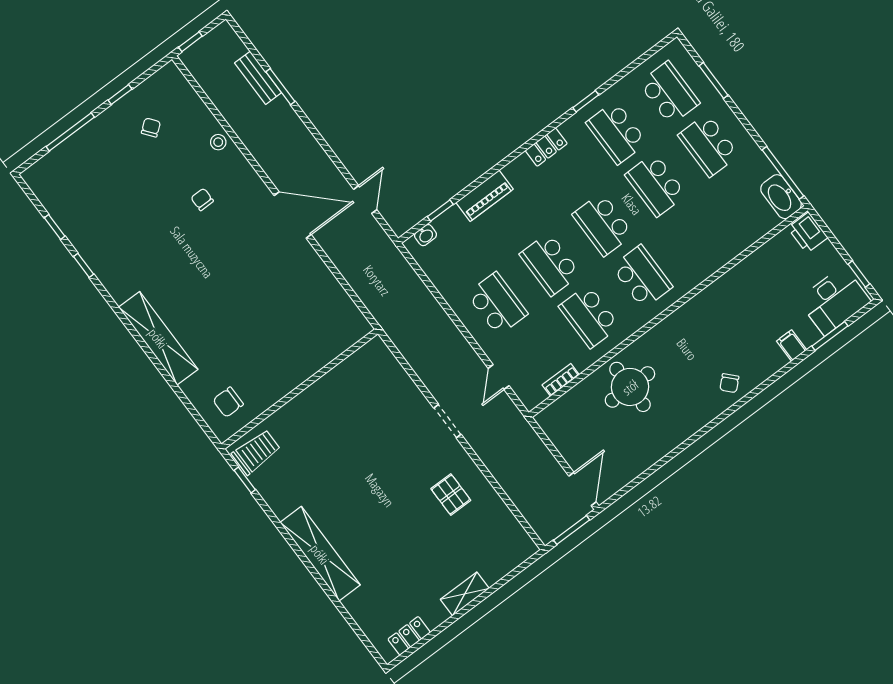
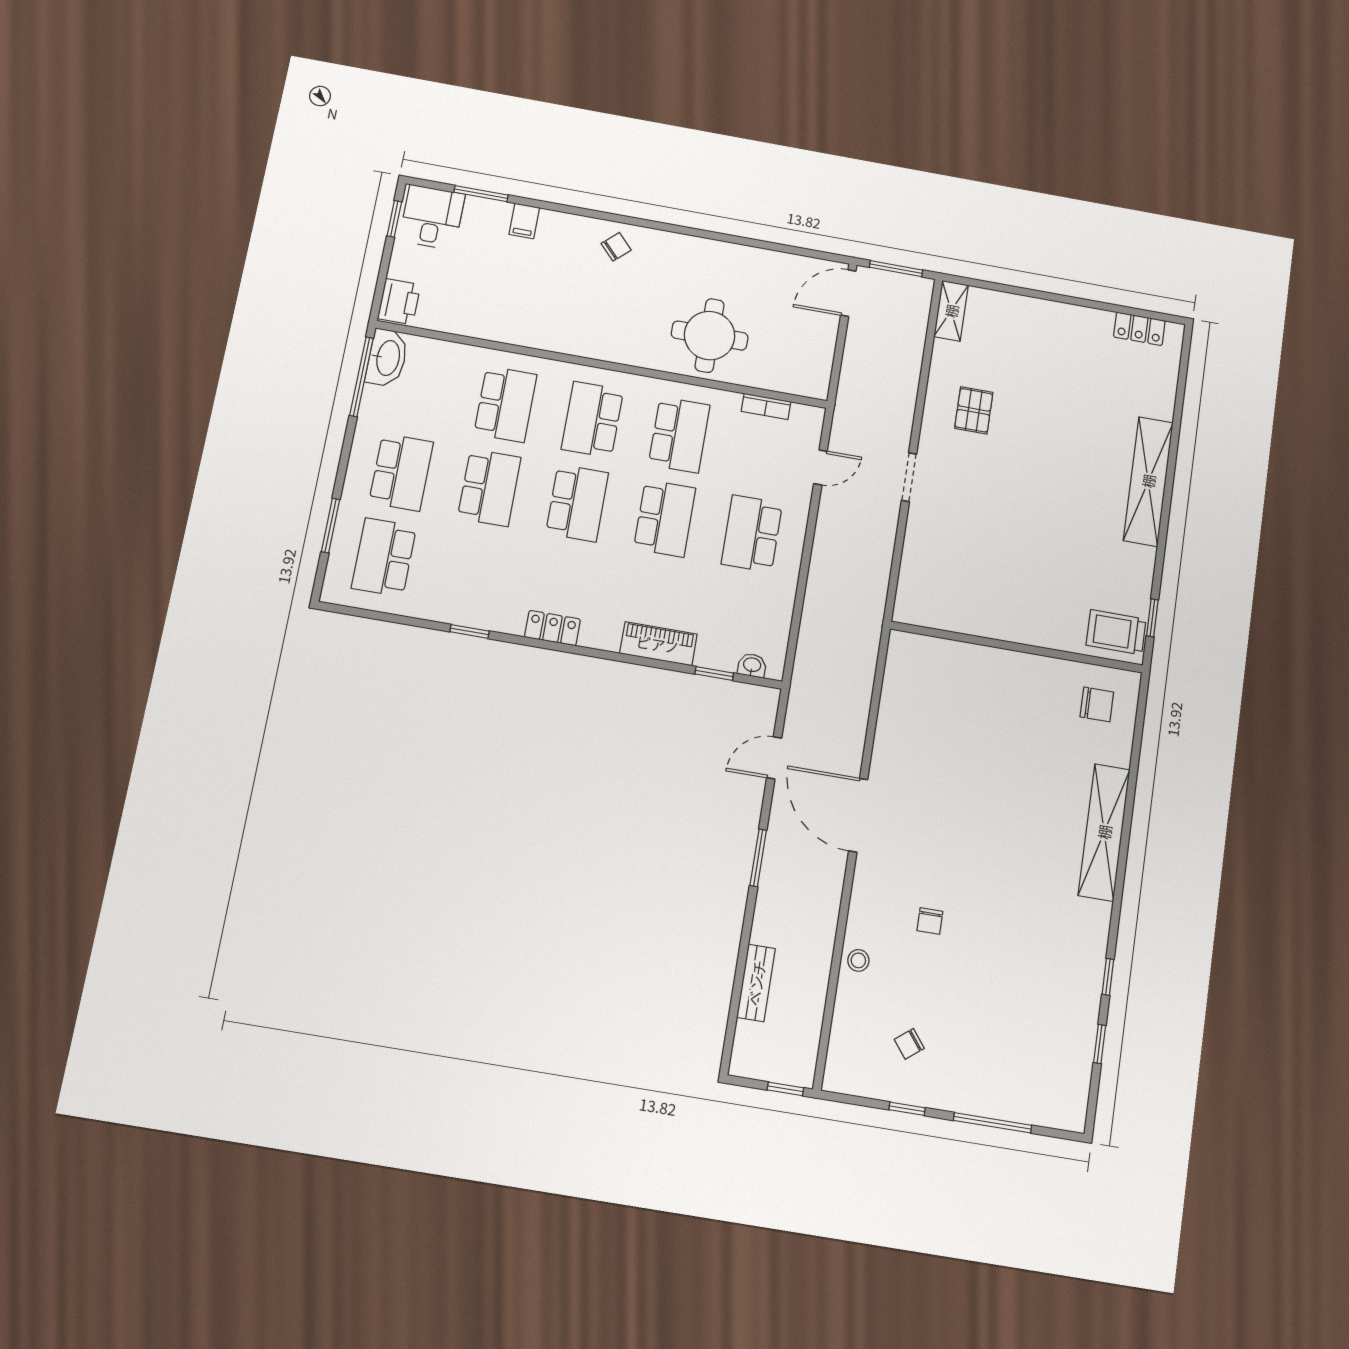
window: (280, 87) -> (758, 858), moved
school desk: (616, 133) -> (505, 404), moved
desk: (834, 301) -> (432, 217), width x0.73
shelving: (465, 594) -> (951, 311), moved, turned 90

